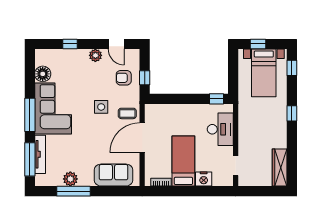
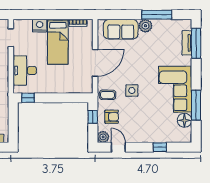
plant: (95, 55) -> (103, 137), moved
coffee table: (127, 113) -> (108, 95), moved
window: (30, 115) -> (196, 105), moved
tv unit: (40, 154) -> (187, 43), width x0.71
plant: (70, 179) -> (145, 26), moved

